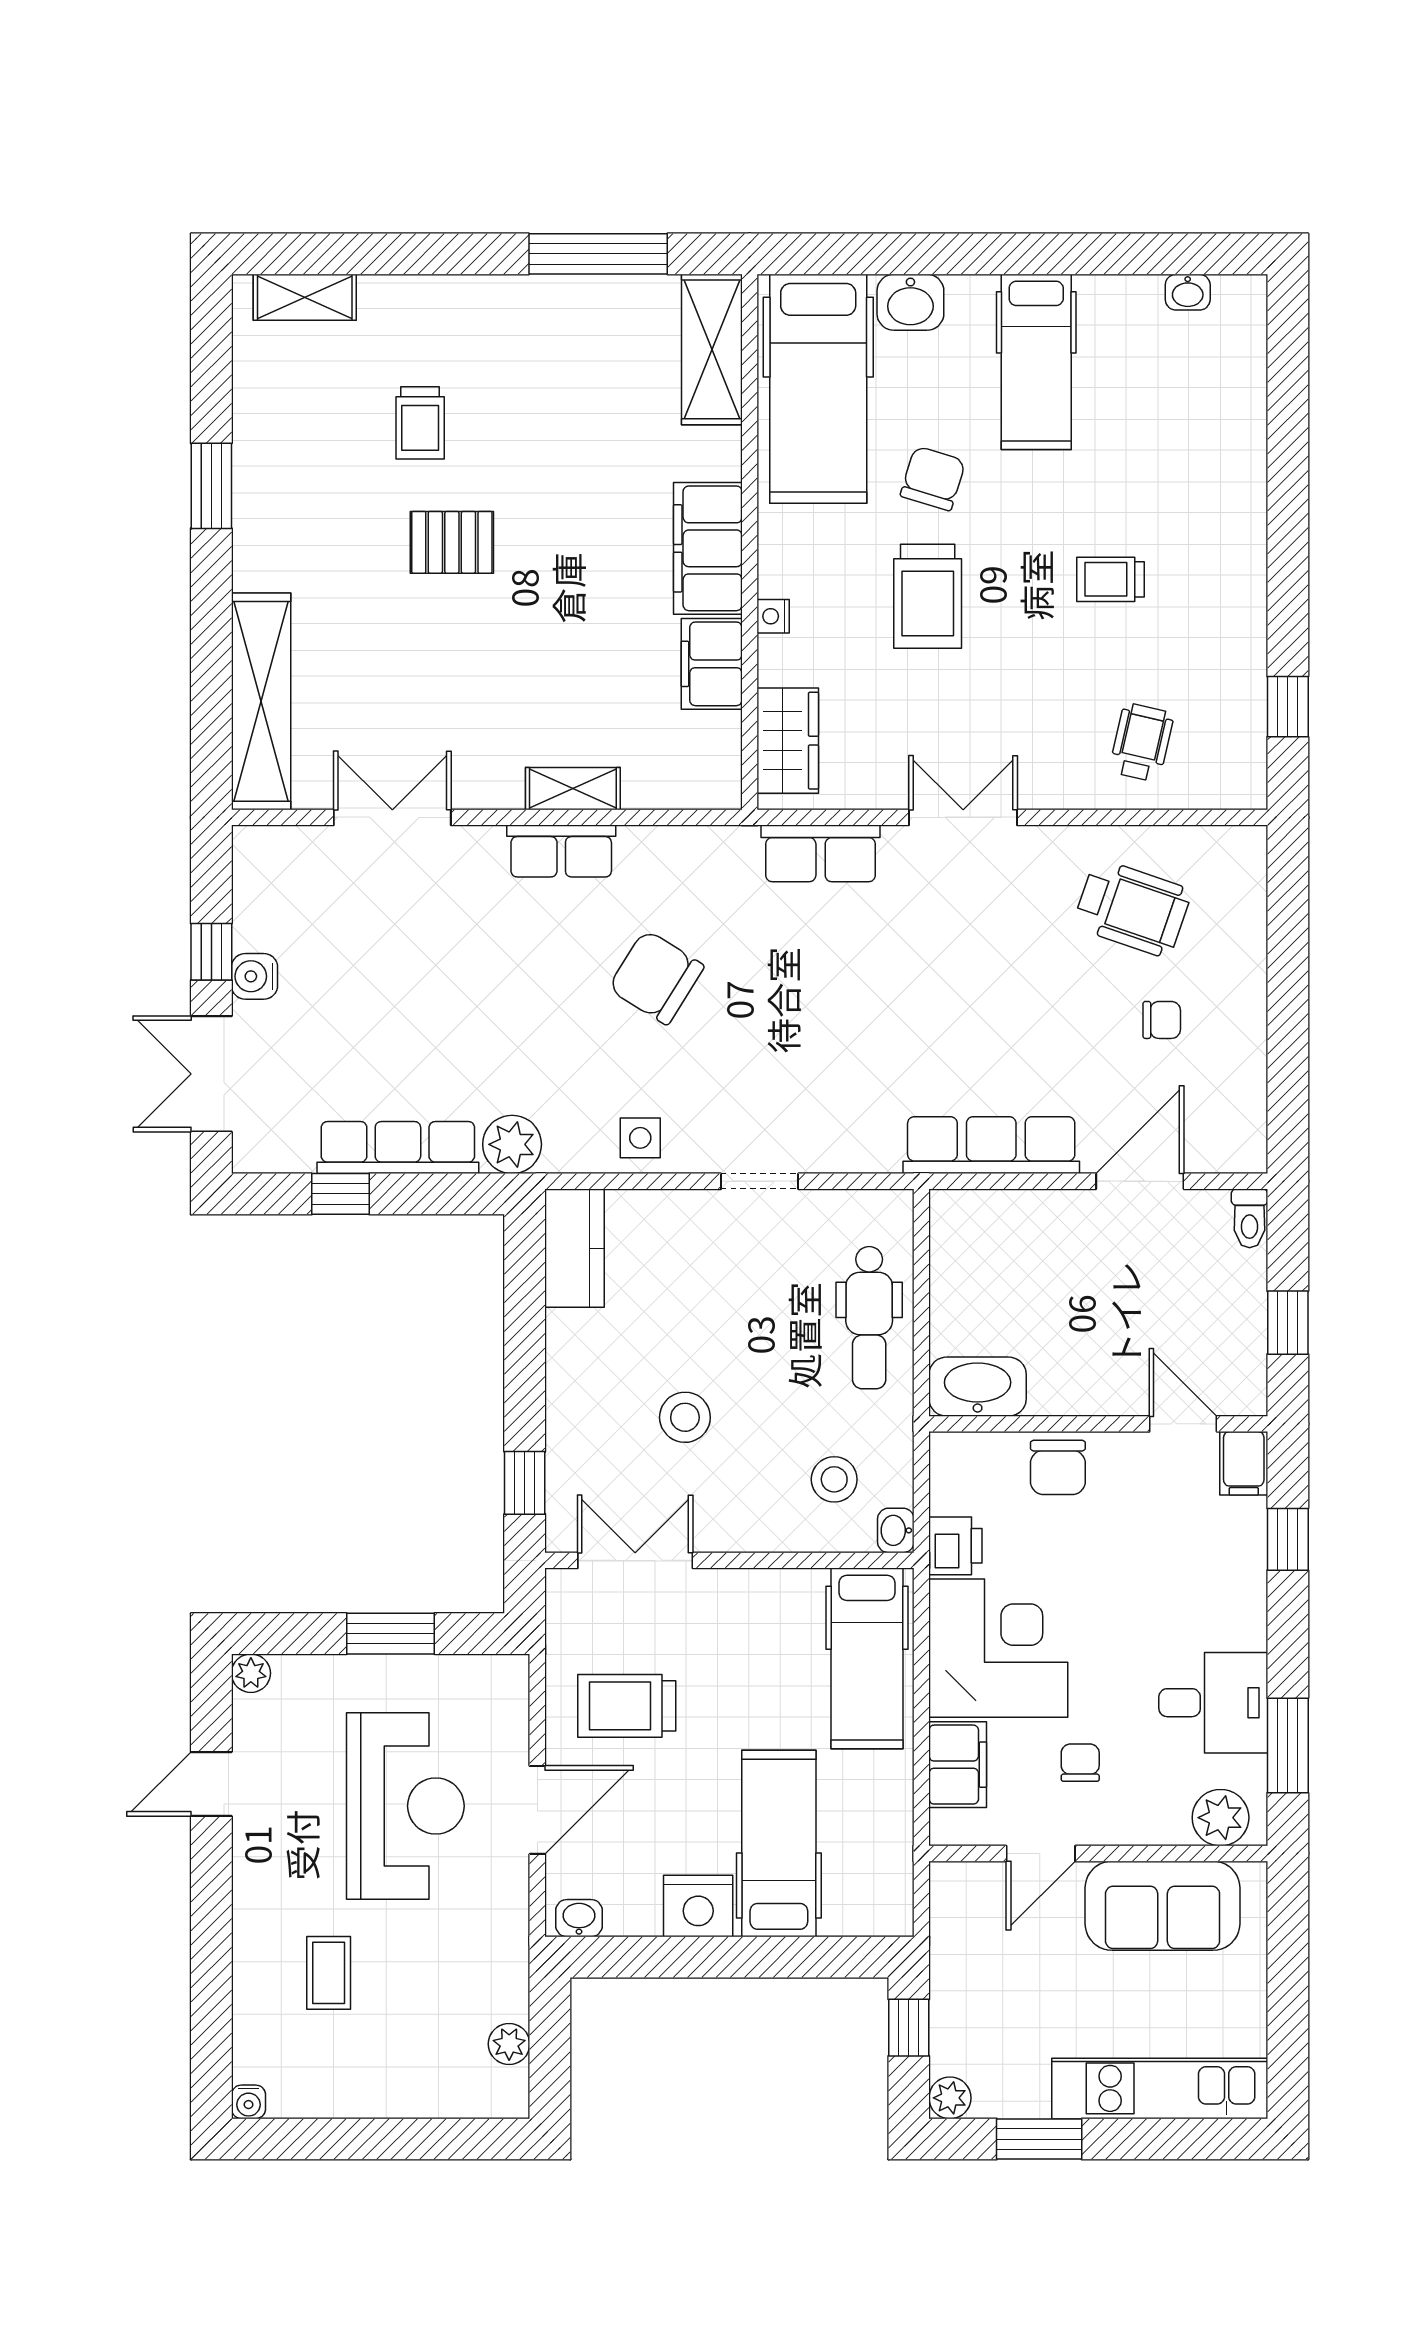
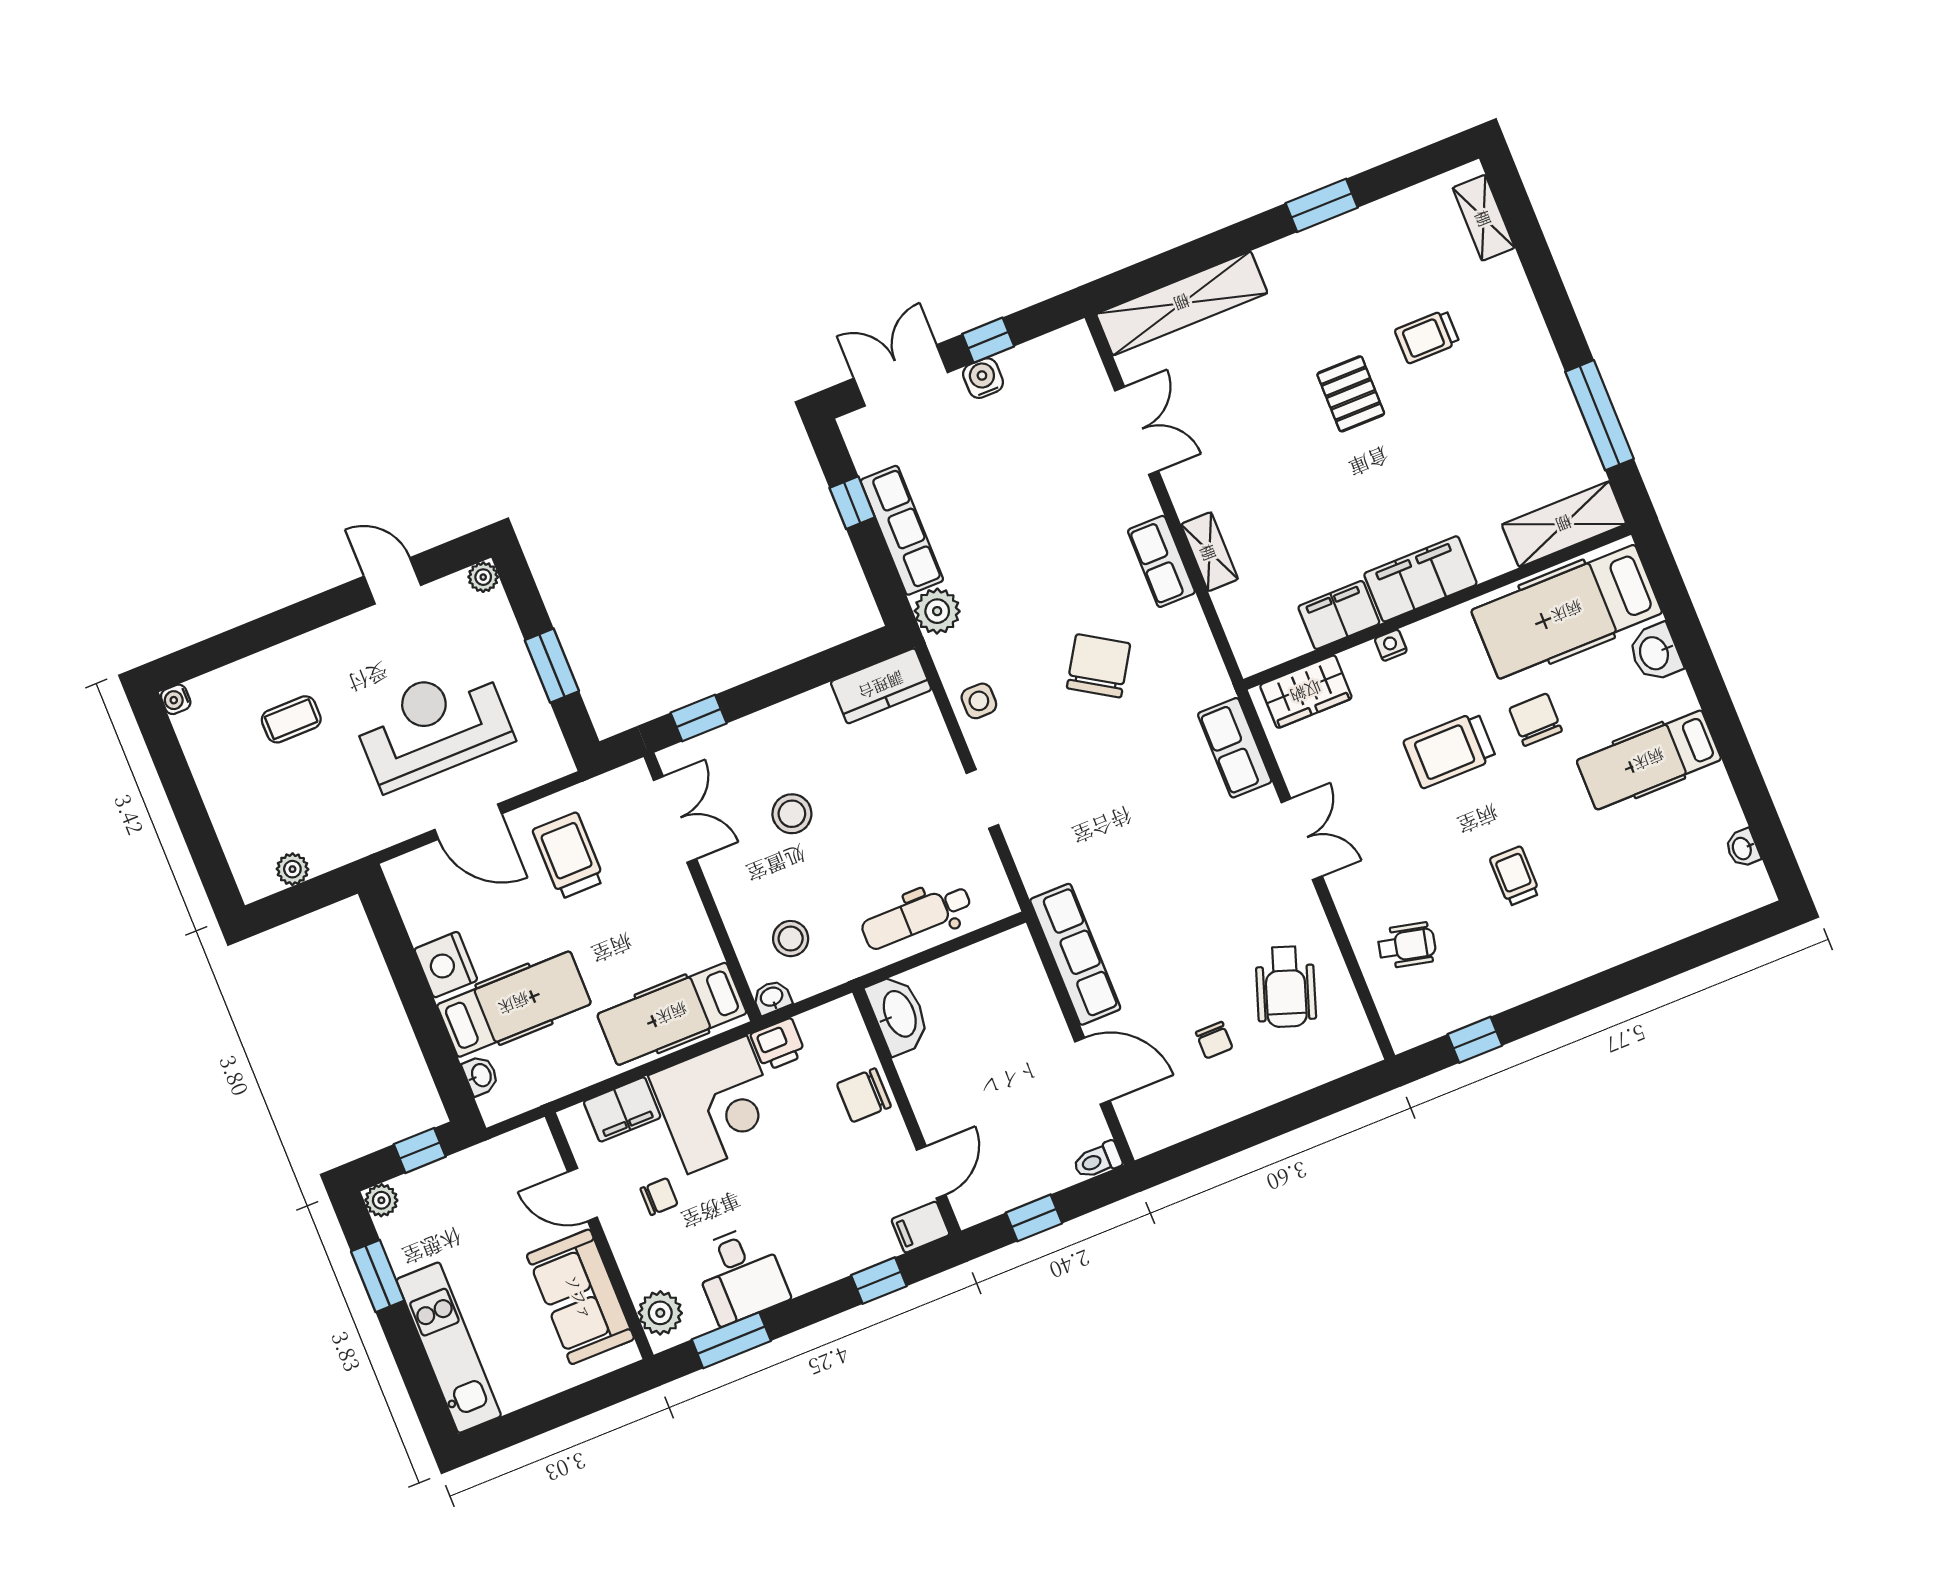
chair: (933, 478) -> (1536, 720), turned -107
reception desk: (405, 1806) -> (433, 726), turned 180
washbasin: (579, 1918) -> (481, 1075), moved

